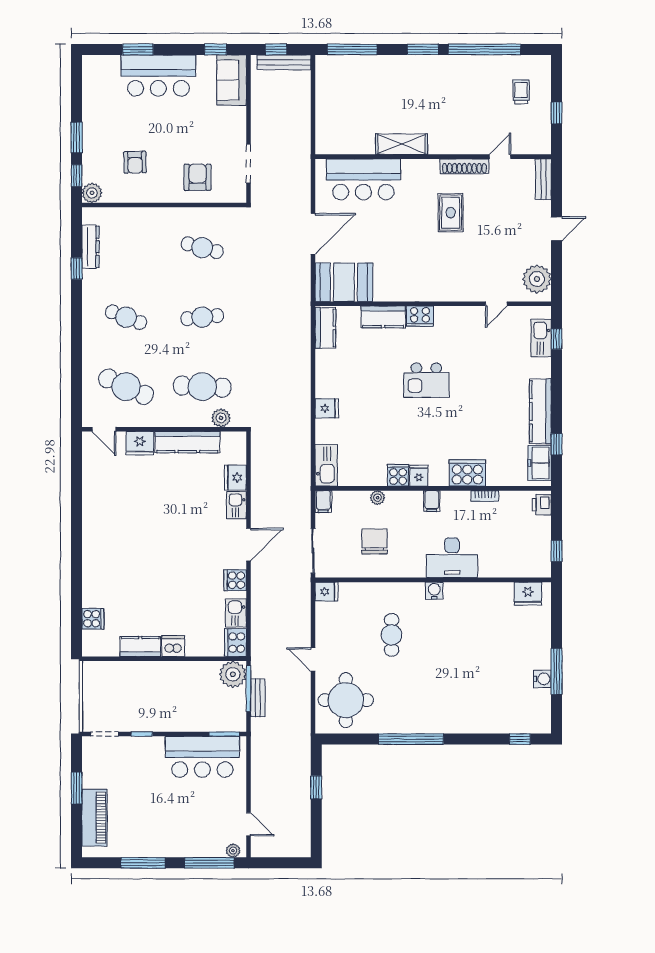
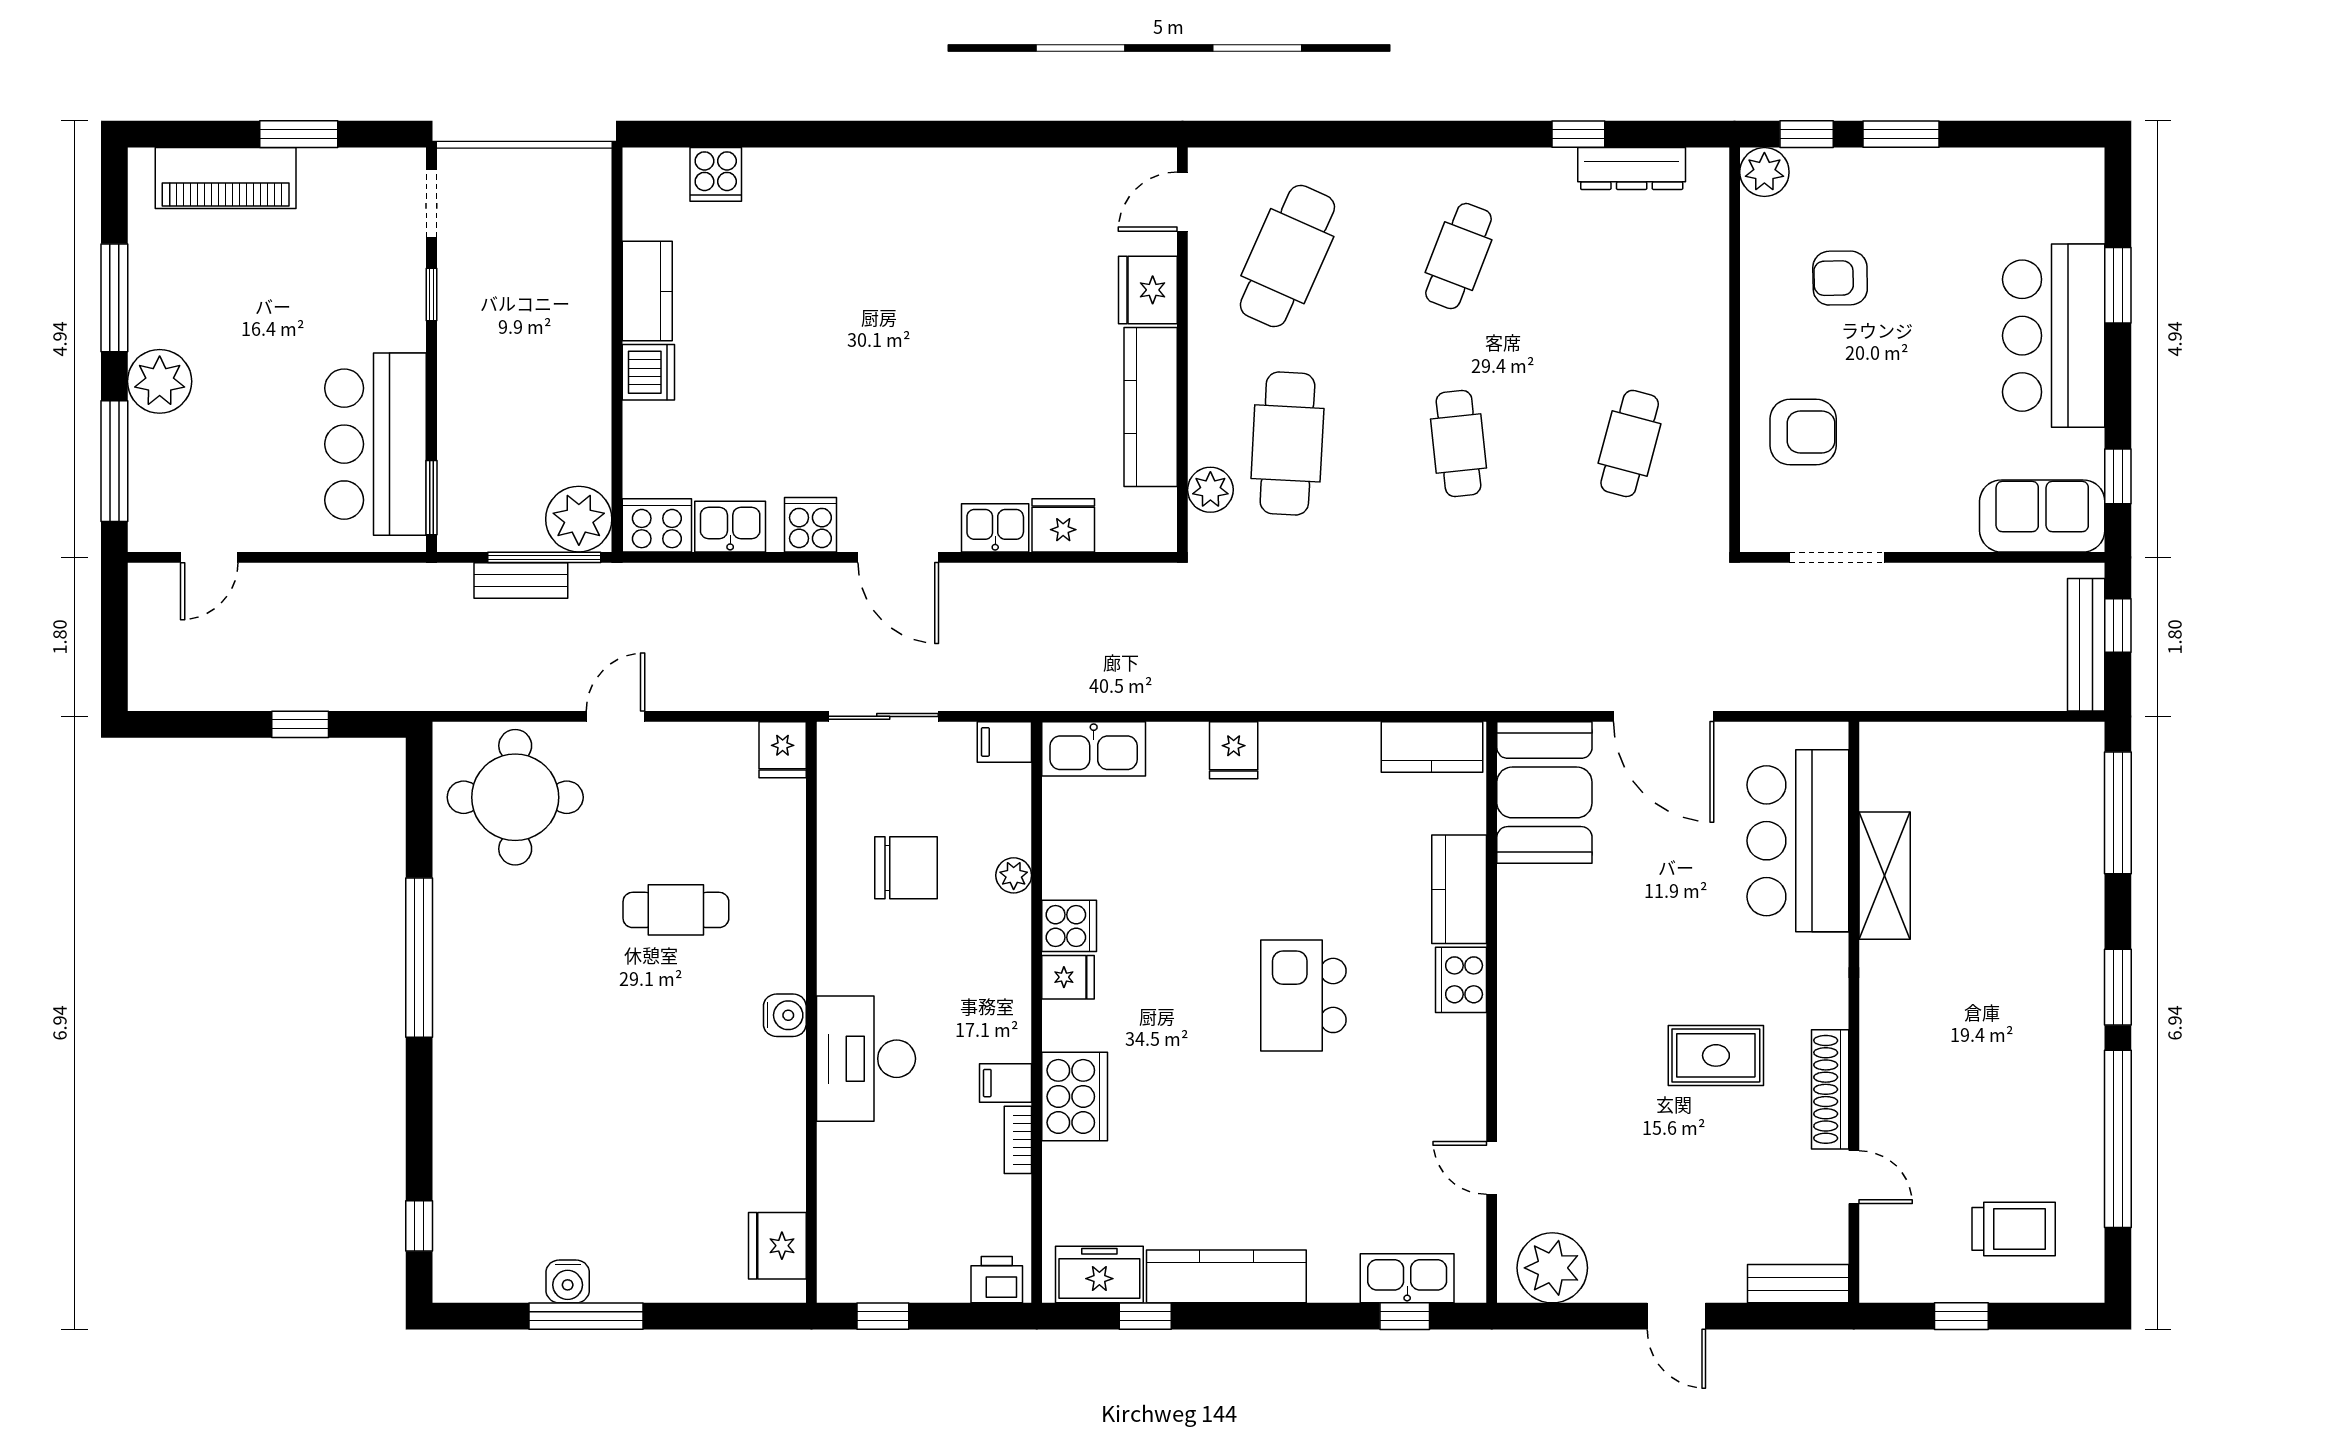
trolley: (521, 92) -> (2014, 1229), width x1.36, depth x1.39
shelving: (402, 144) -> (1885, 876), moved
filing cabinet: (432, 501) -> (1005, 1083), moved
plant: (233, 851) -> (160, 381), moved, width x1.88, depth x1.88

